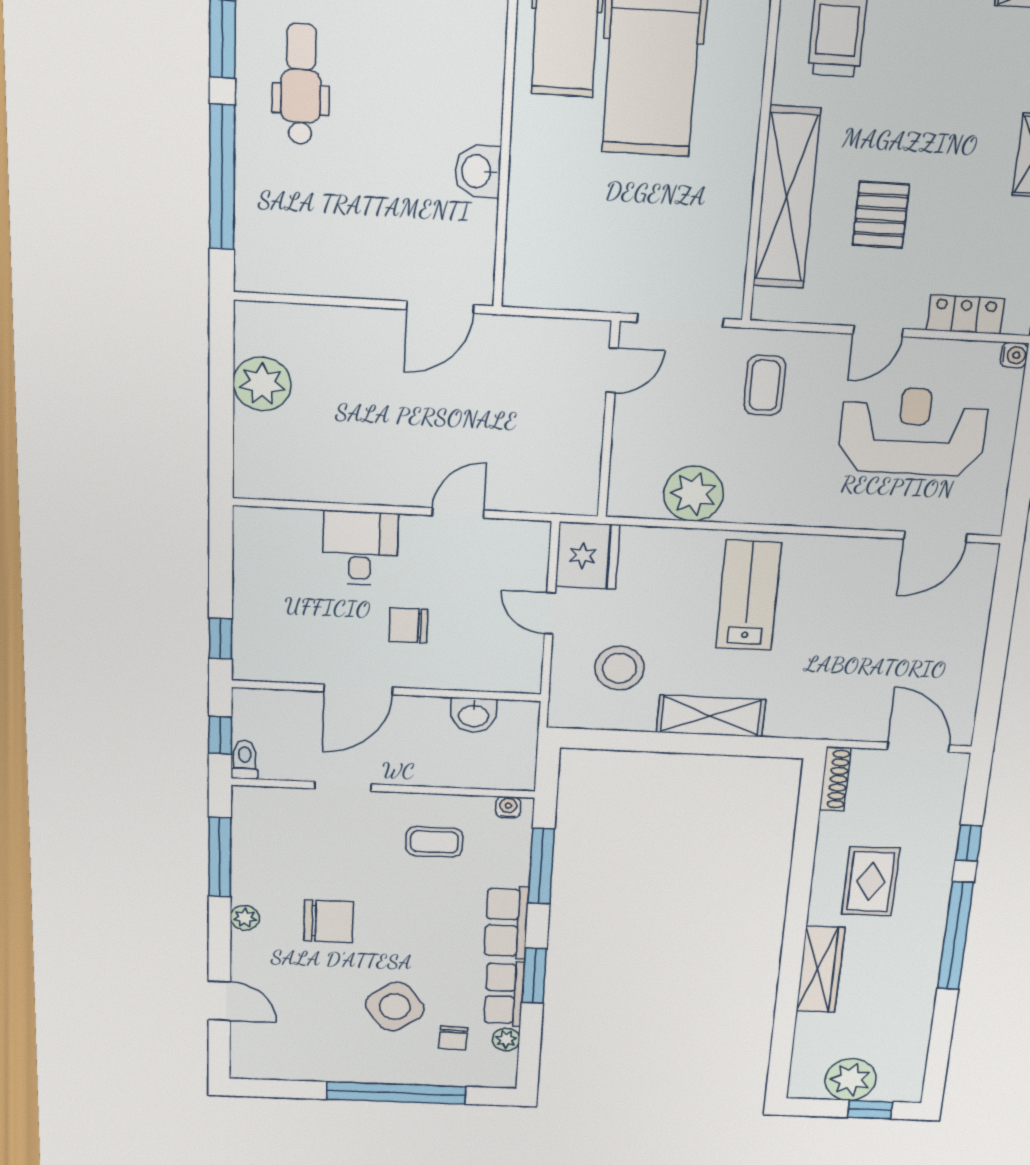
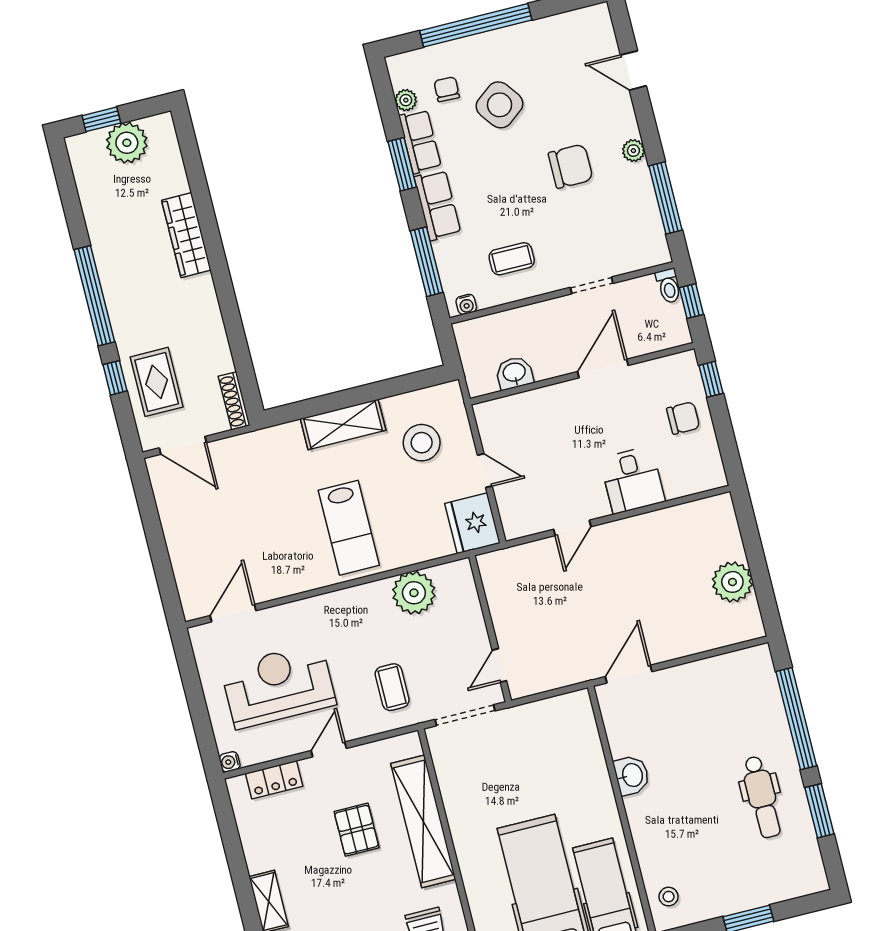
reception desk: (913, 431) -> (278, 686), turned 180
chair: (408, 625) -> (683, 418), moved
rug: (871, 881) -> (157, 382), moved
chair: (328, 921) -> (571, 166), turned 180

